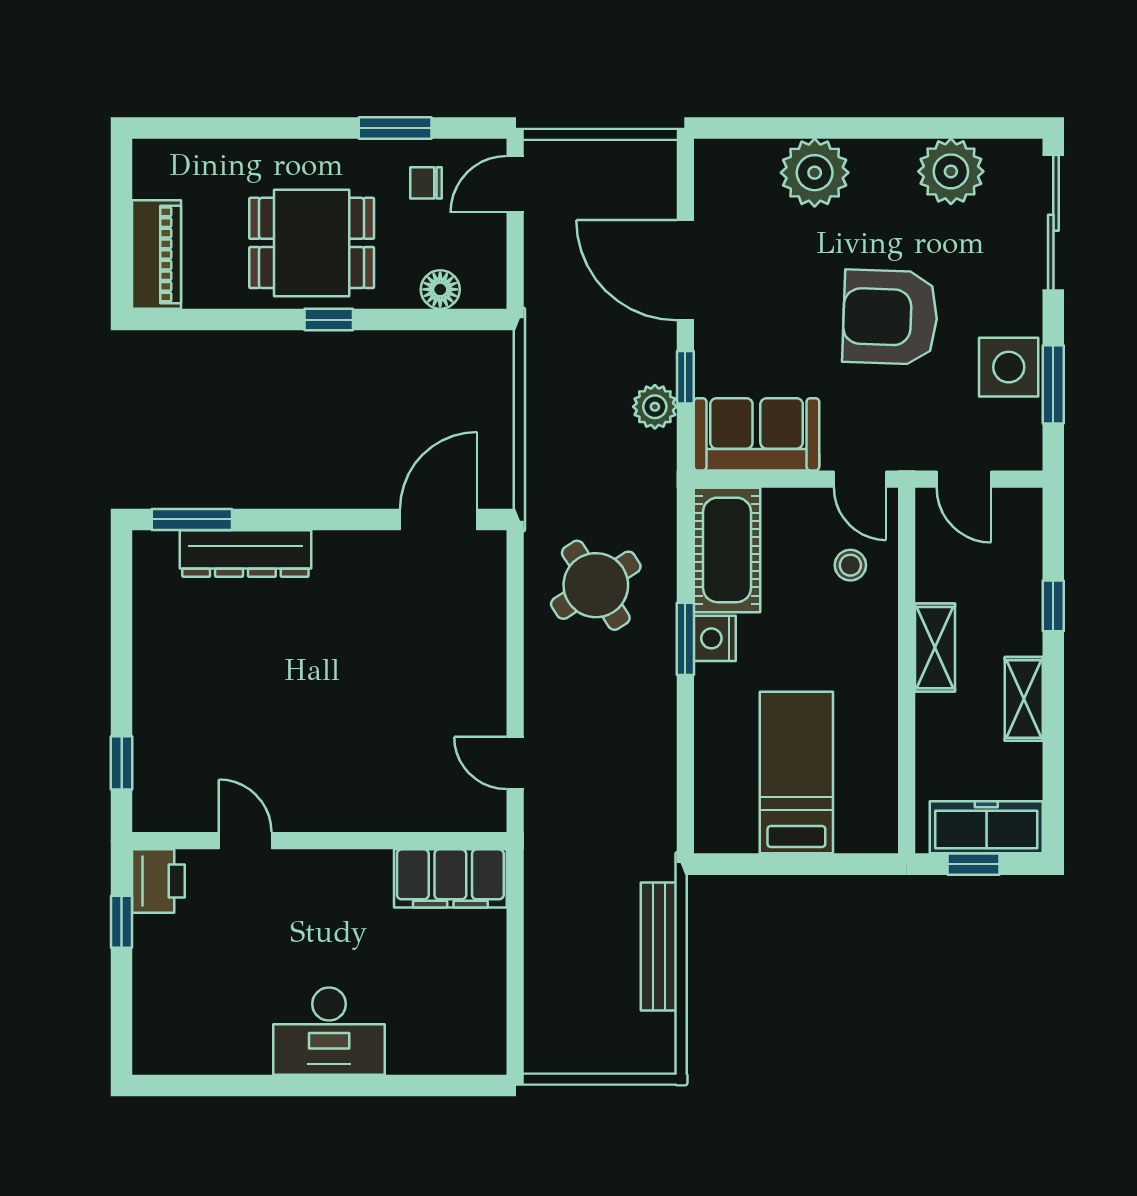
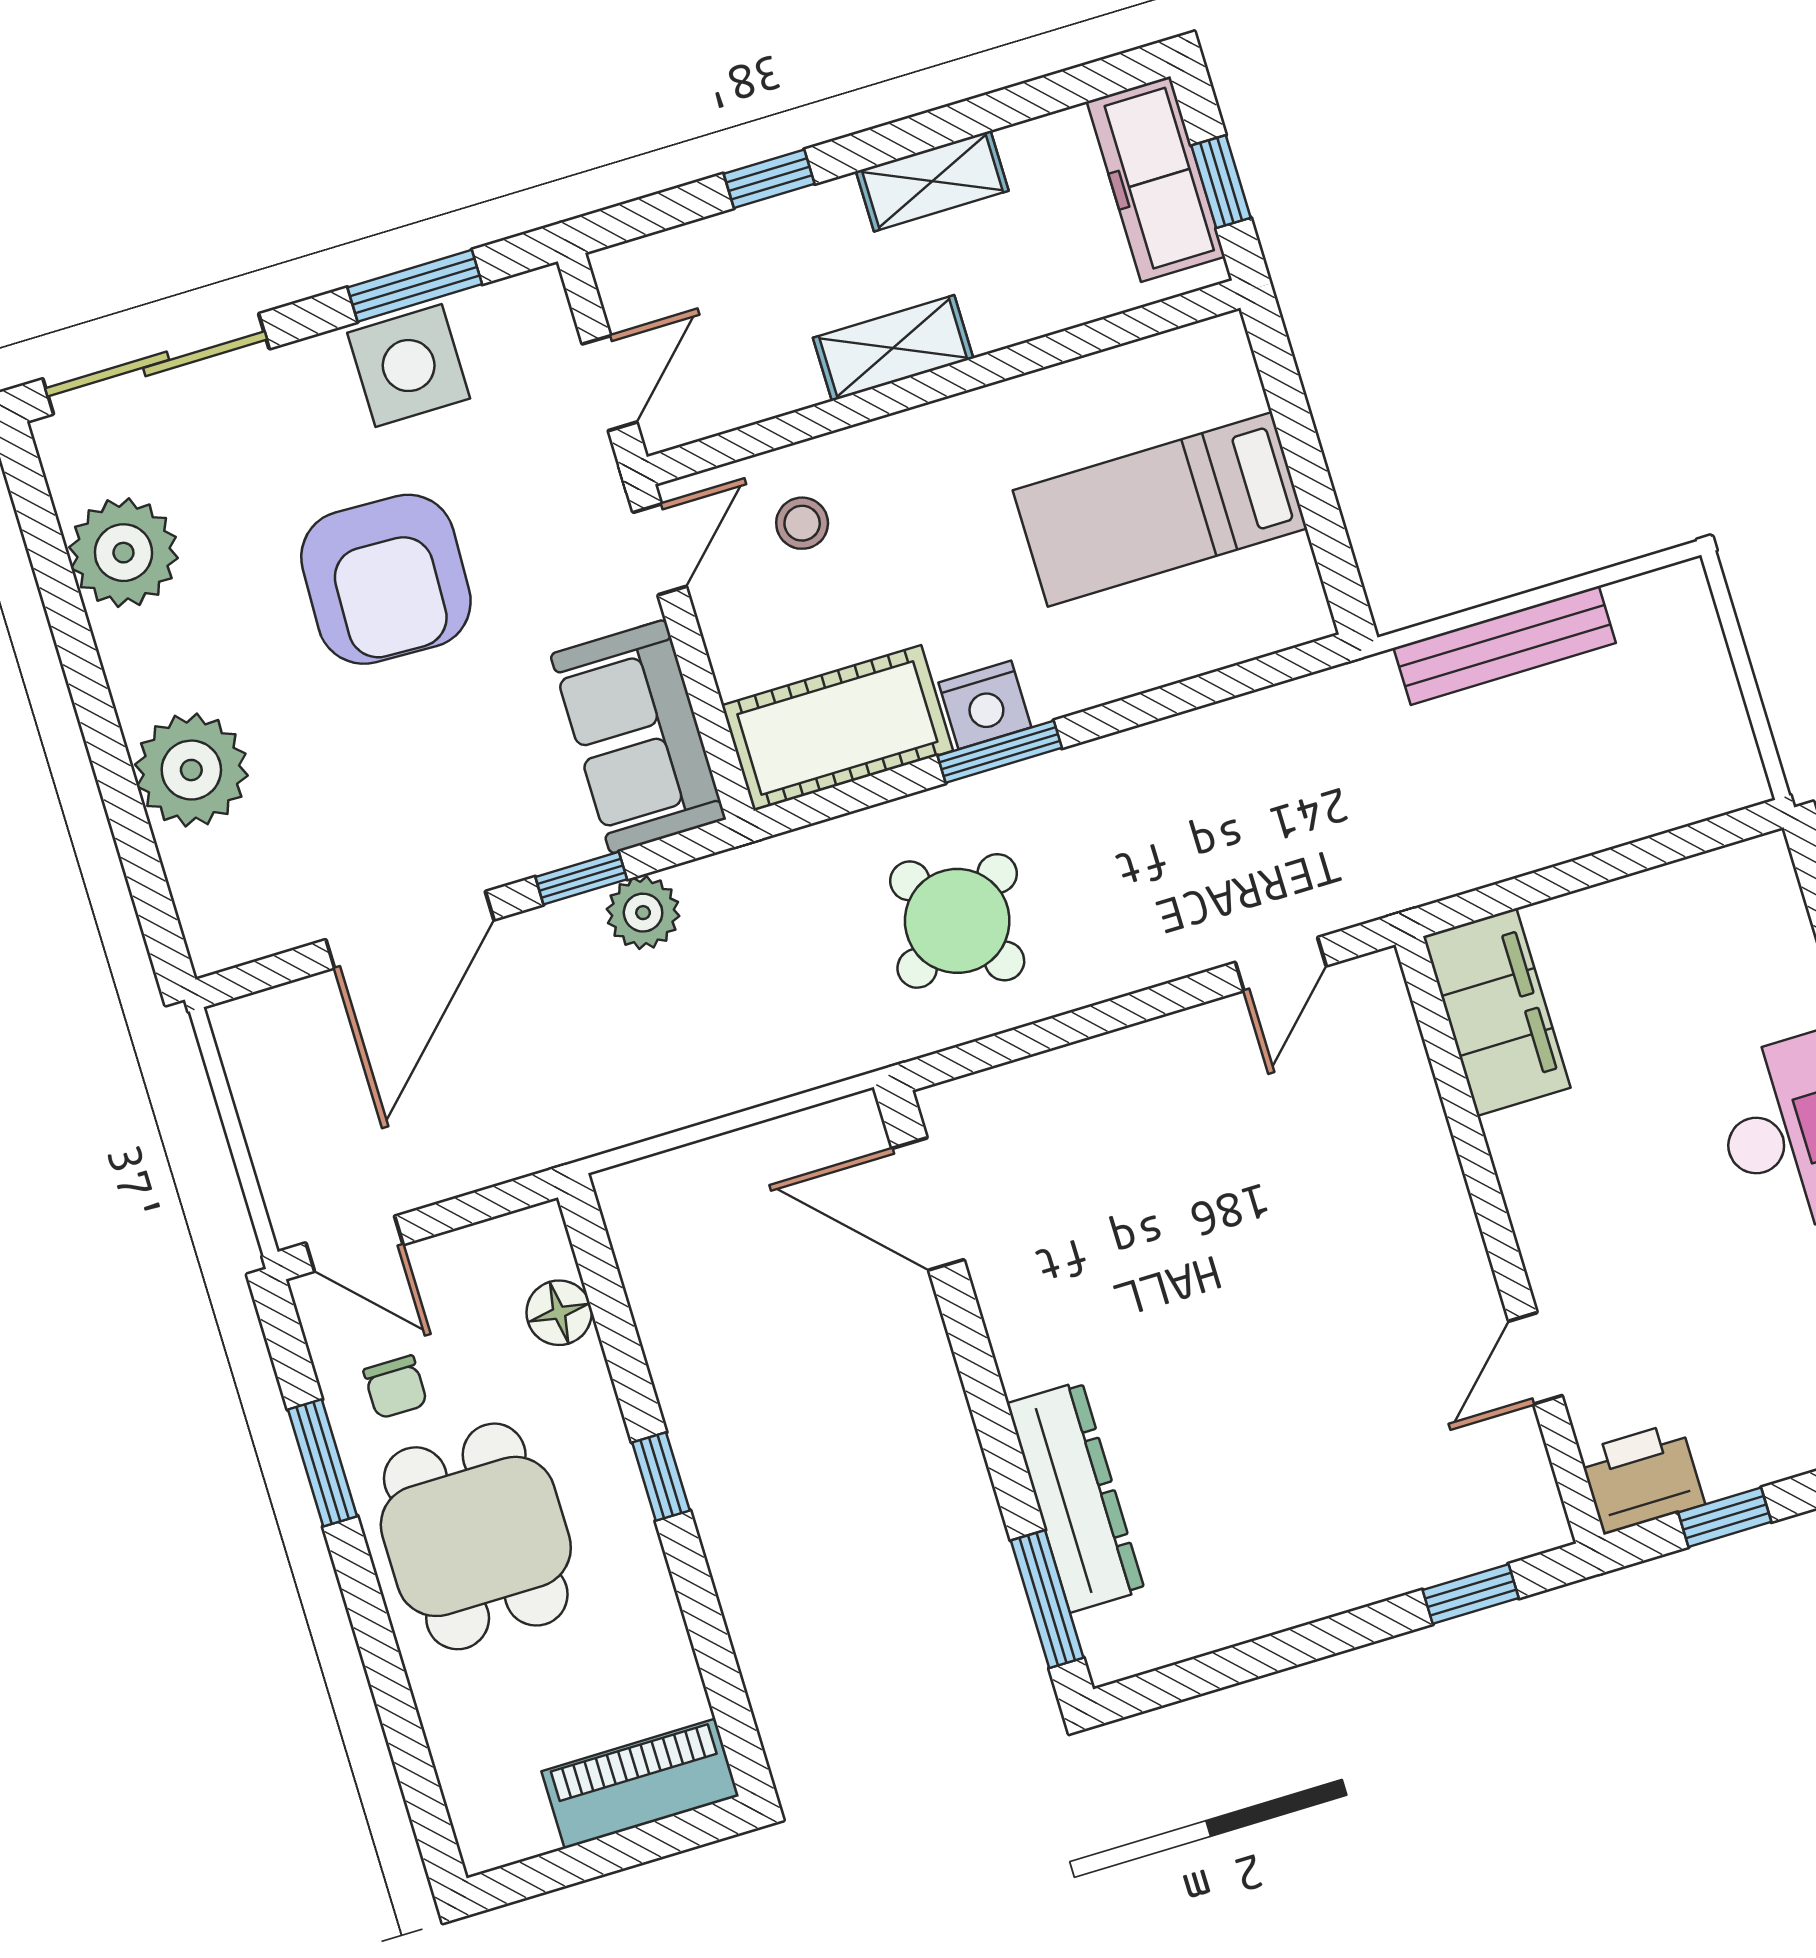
dining table: (312, 243) -> (476, 1536), moved

